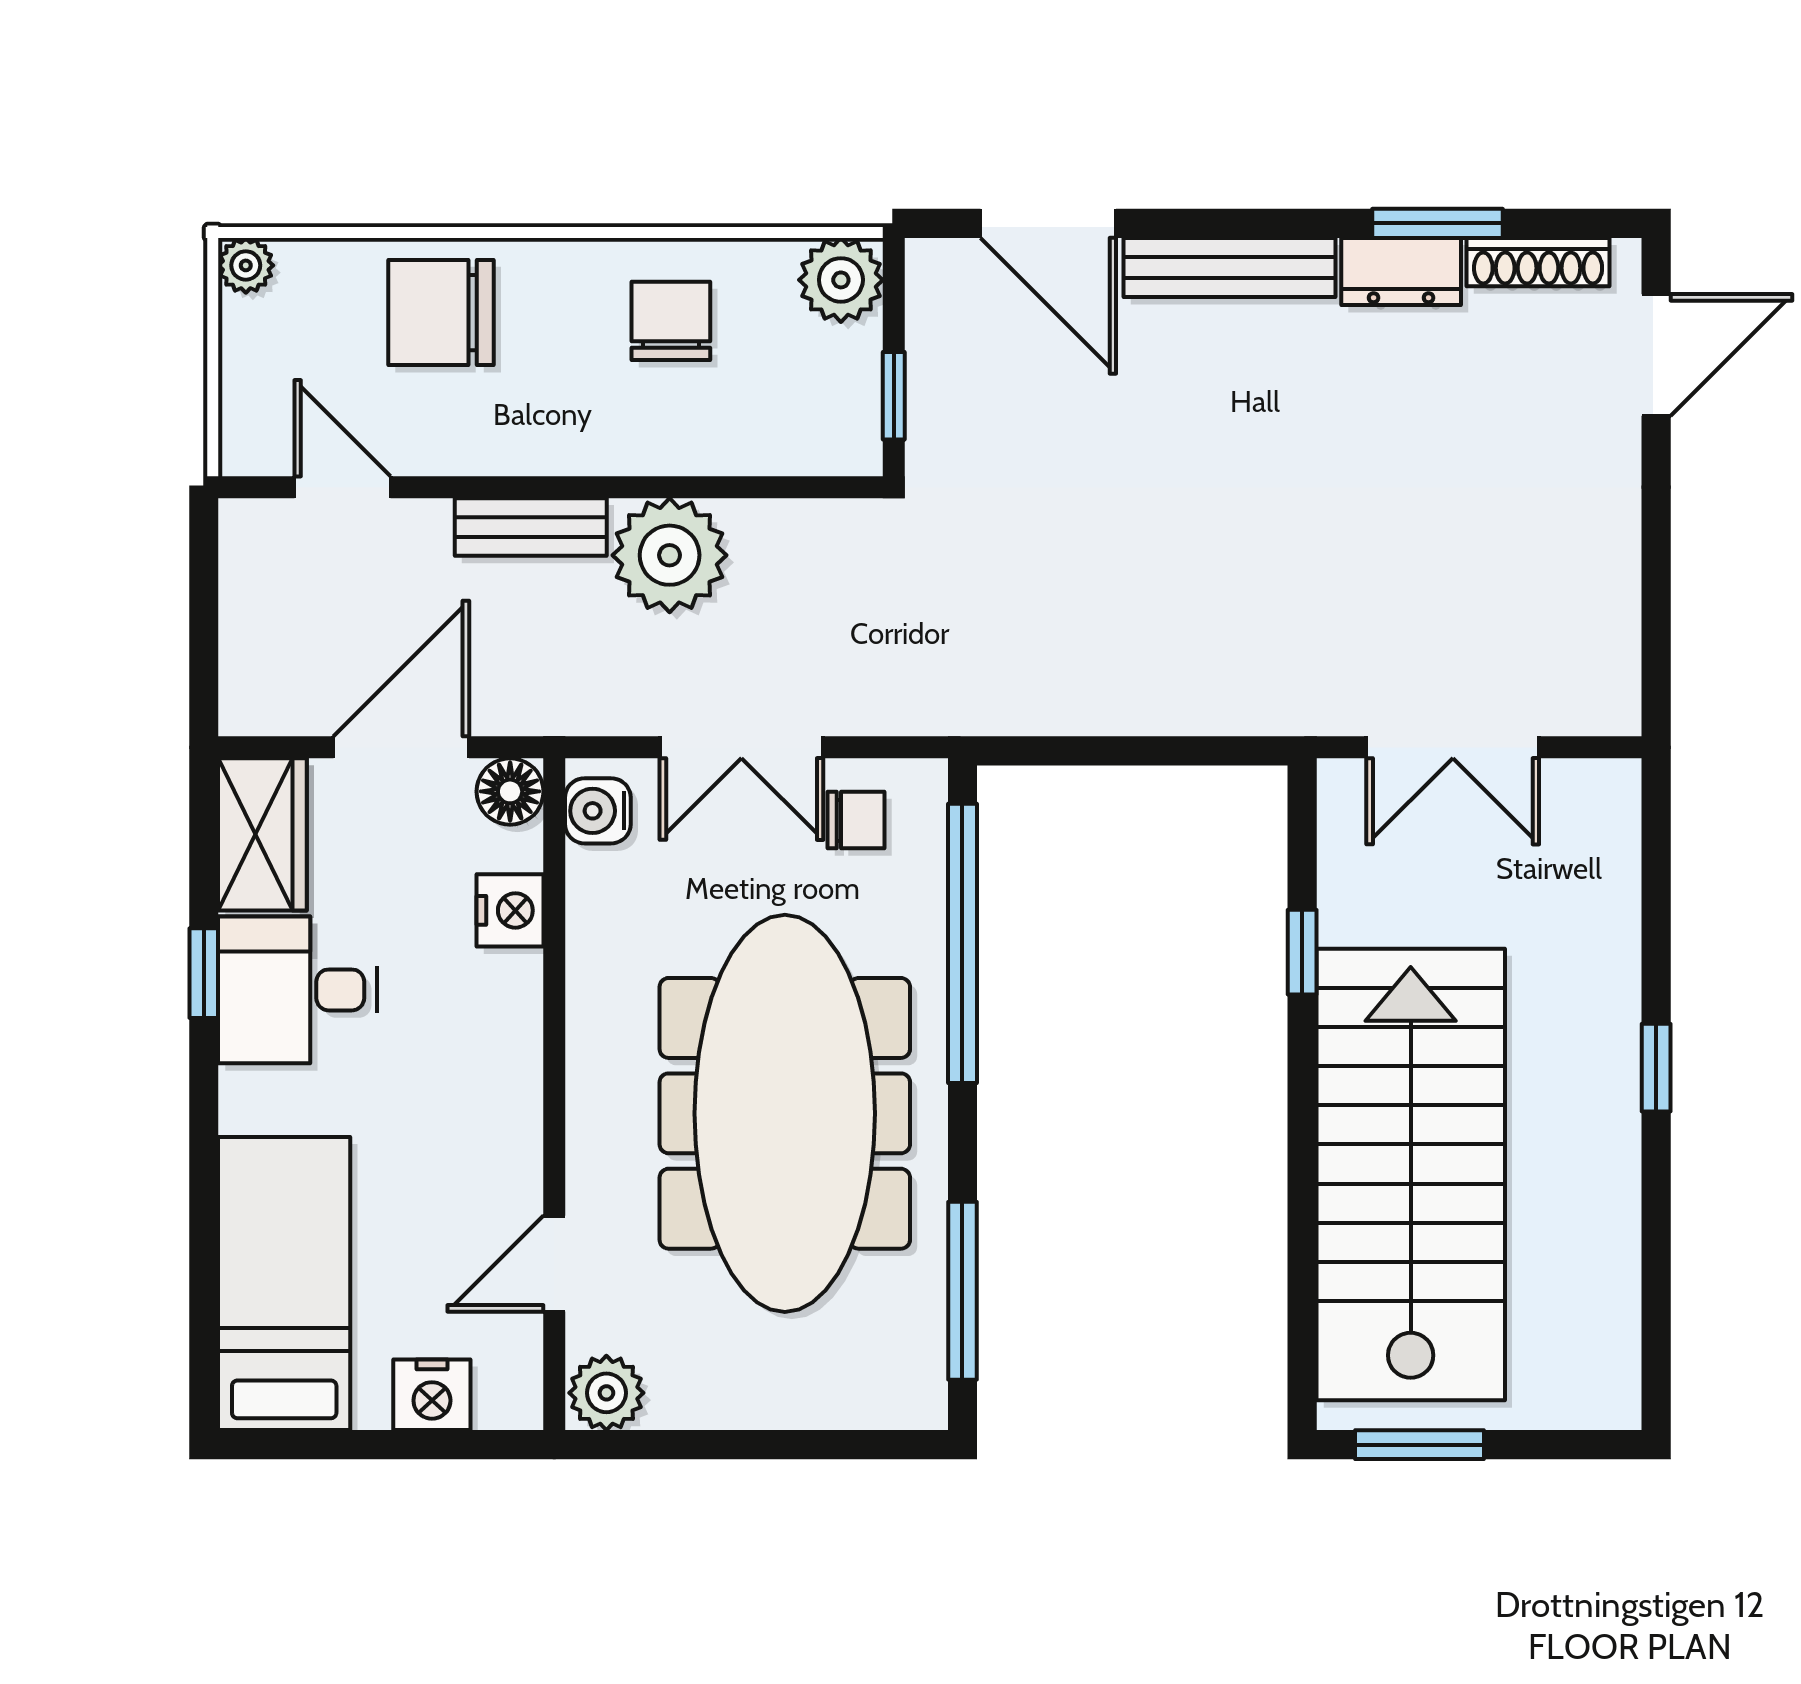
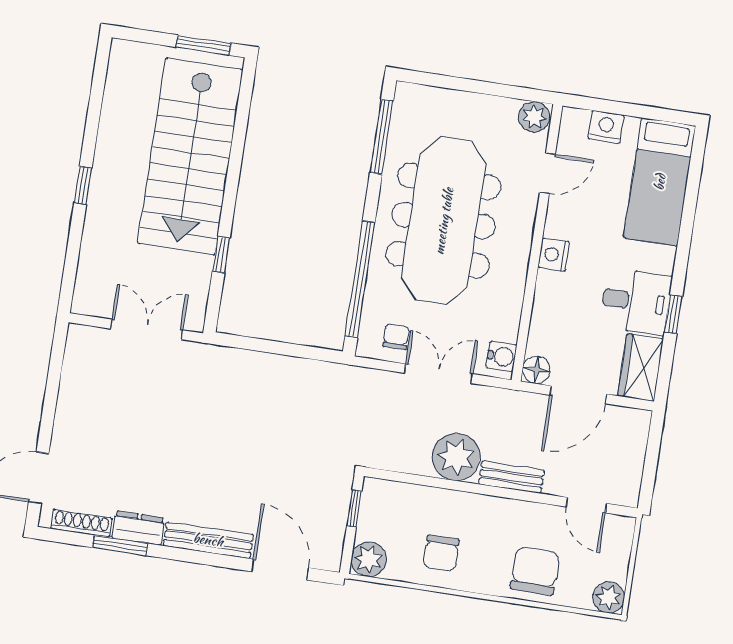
plant: (246, 265) -> (609, 597), width x1.38, depth x1.38
chair: (441, 312) -> (535, 571), turned -89
chair: (856, 820) -> (396, 337), turned 90
nightstand: (510, 910) -> (554, 255), moved

